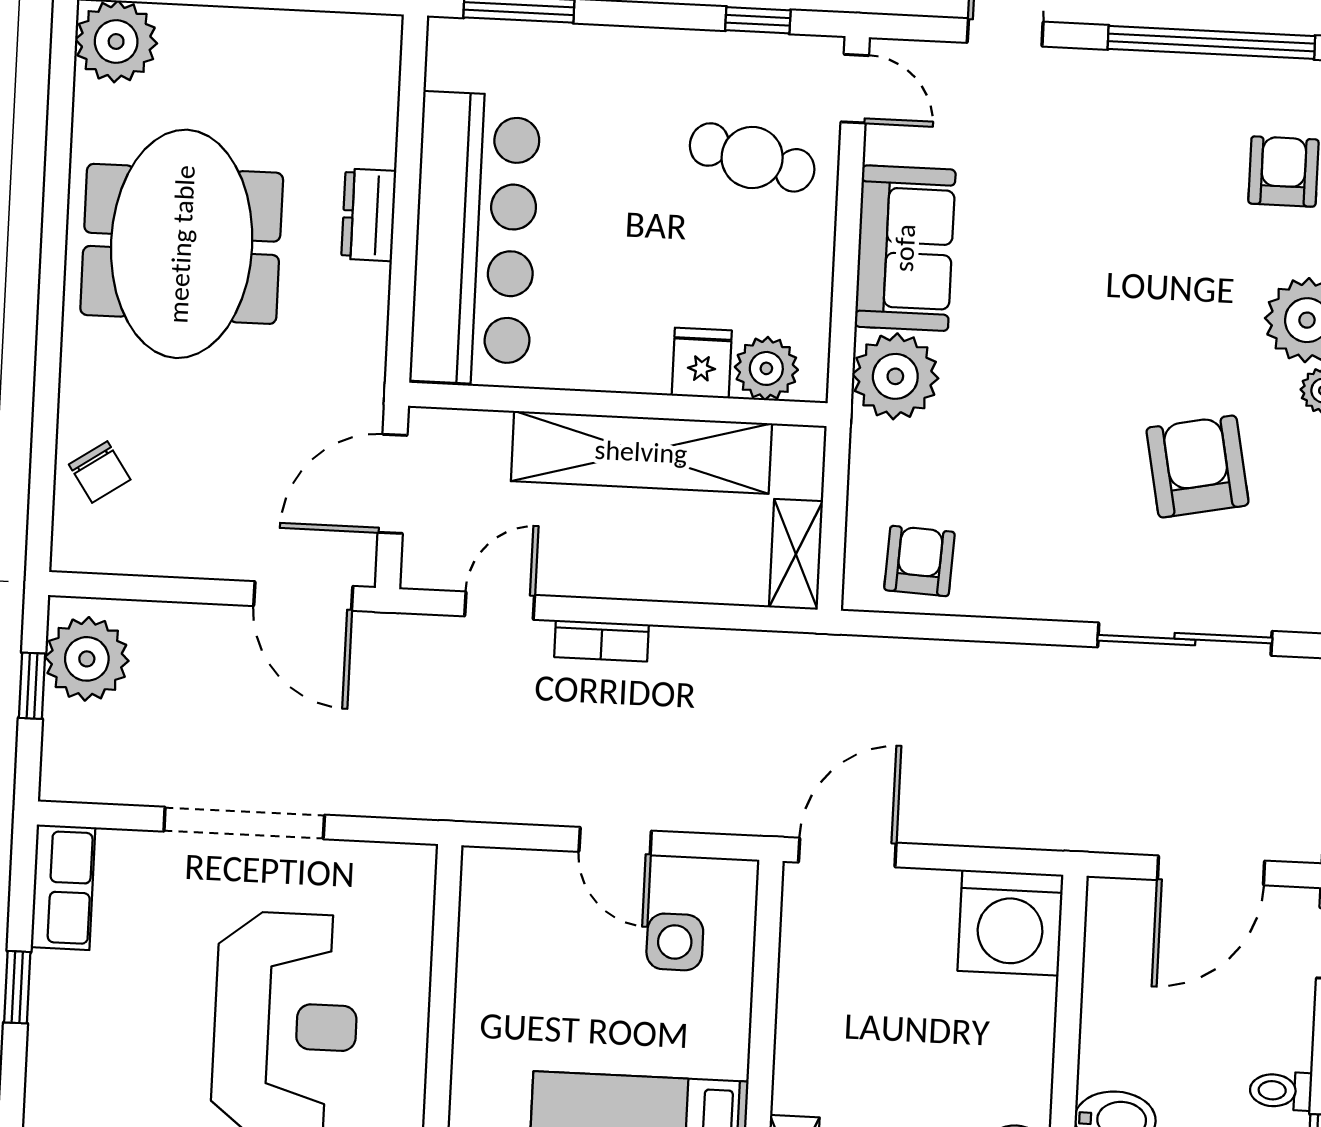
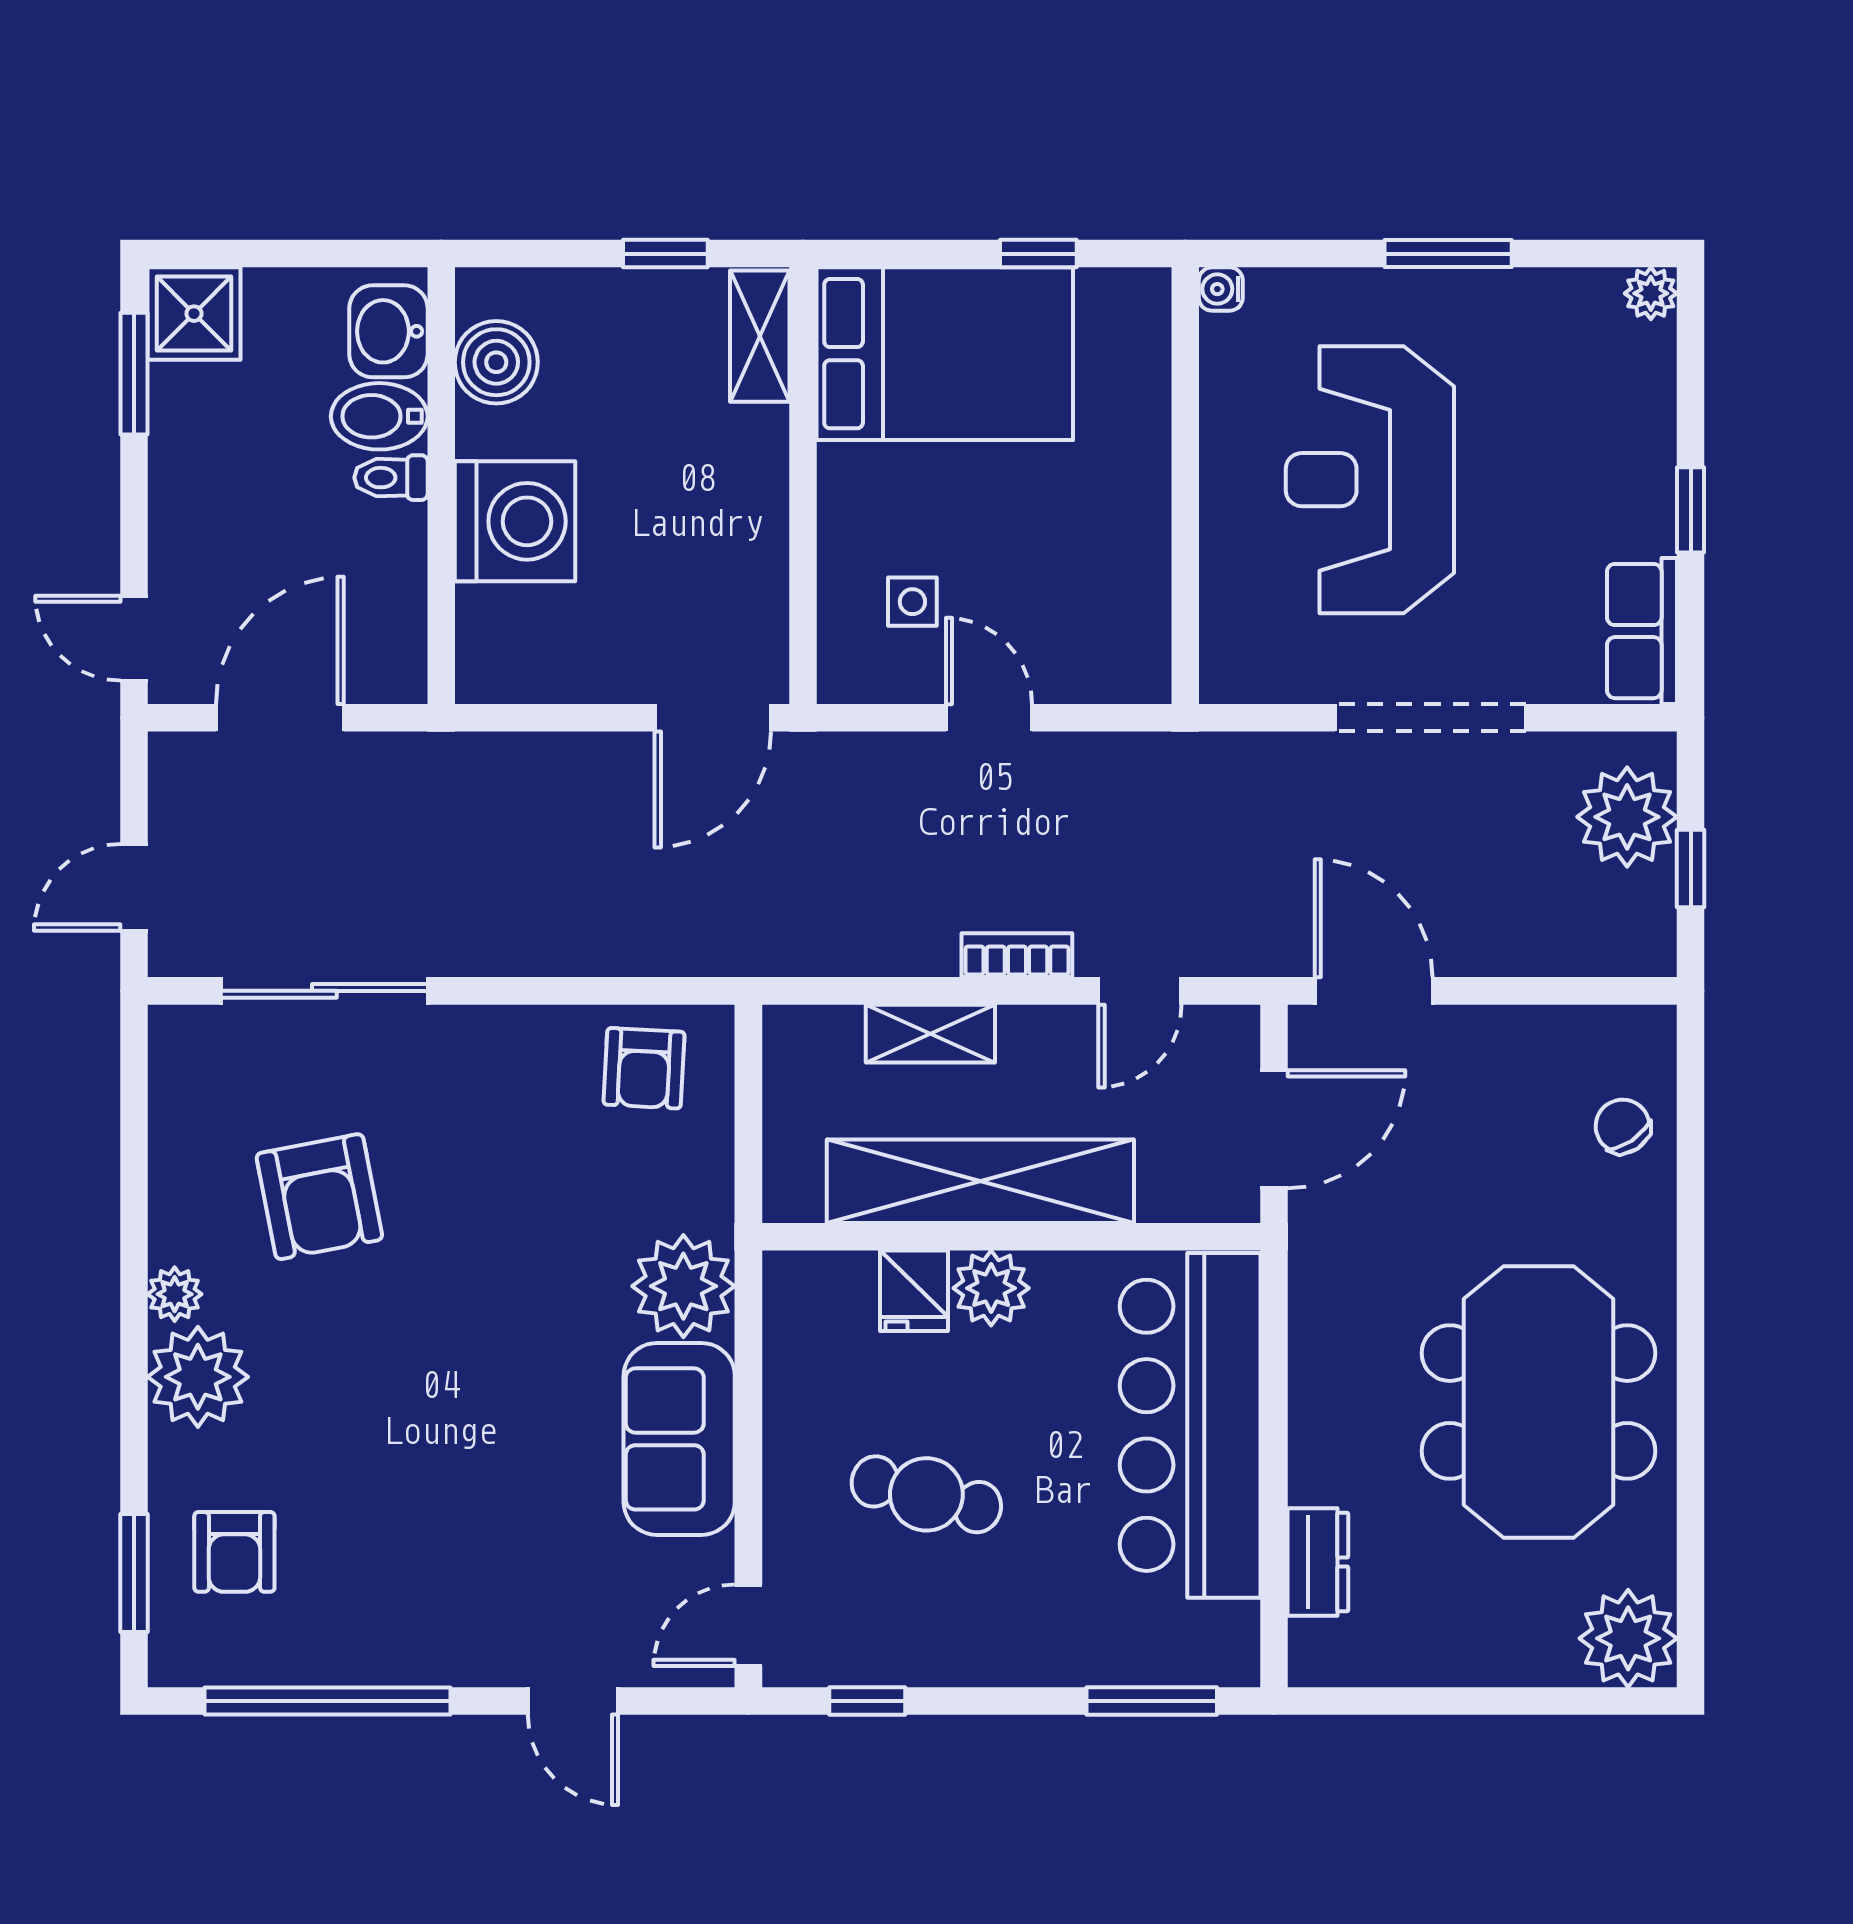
door: (855, 89) -> (748, 1625), hinge flipped
cafe table: (752, 157) -> (926, 1494), moved
dresser: (369, 215) -> (1318, 1562), moved
plant: (766, 368) -> (991, 1288), moved
shelving: (796, 554) -> (930, 1034), moved, turned 90
plant: (87, 659) -> (1627, 817), moved
washing machine: (1010, 923) -> (515, 521), moved, turned 90
side table: (675, 942) -> (912, 602), width x0.73, depth x0.73
toilet: (1281, 1091) -> (391, 478), moved, turned 180

